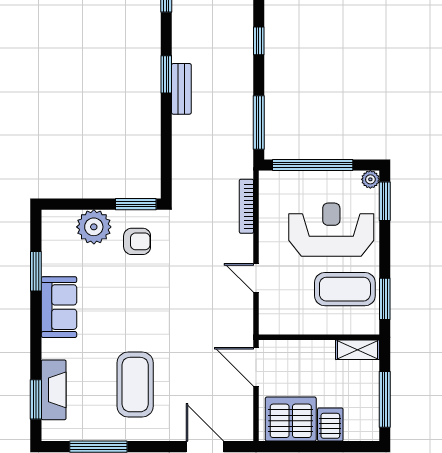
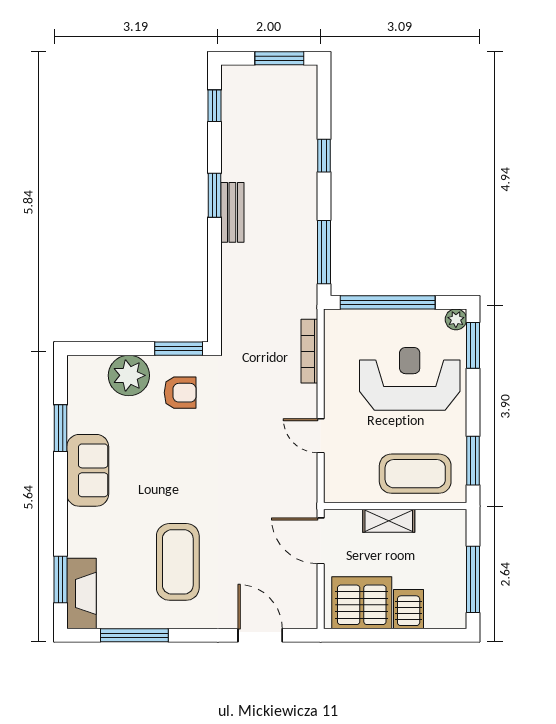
coffee table: (345, 289) -> (415, 474), moved
shelving: (357, 350) -> (389, 521), moved
fireplace: (54, 390) -> (81, 593), moved

